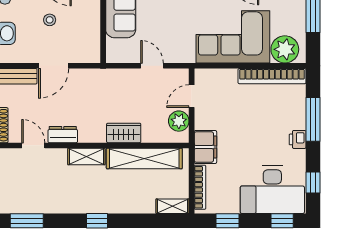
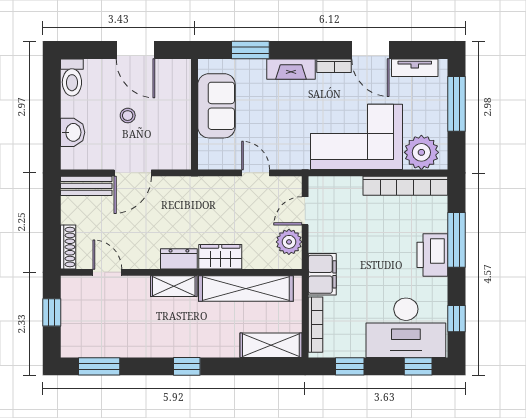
dresser: (63, 135) -> (179, 259), moved
printer: (298, 139) -> (432, 255), width x1.87, depth x1.48
shelving: (173, 206) -> (271, 345), width x1.50, depth x1.33

